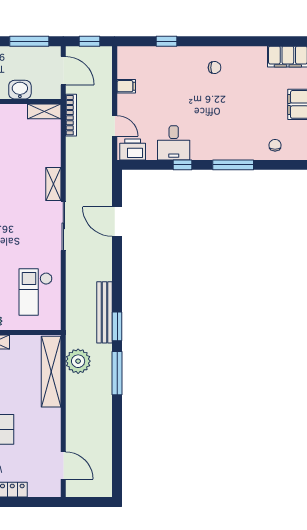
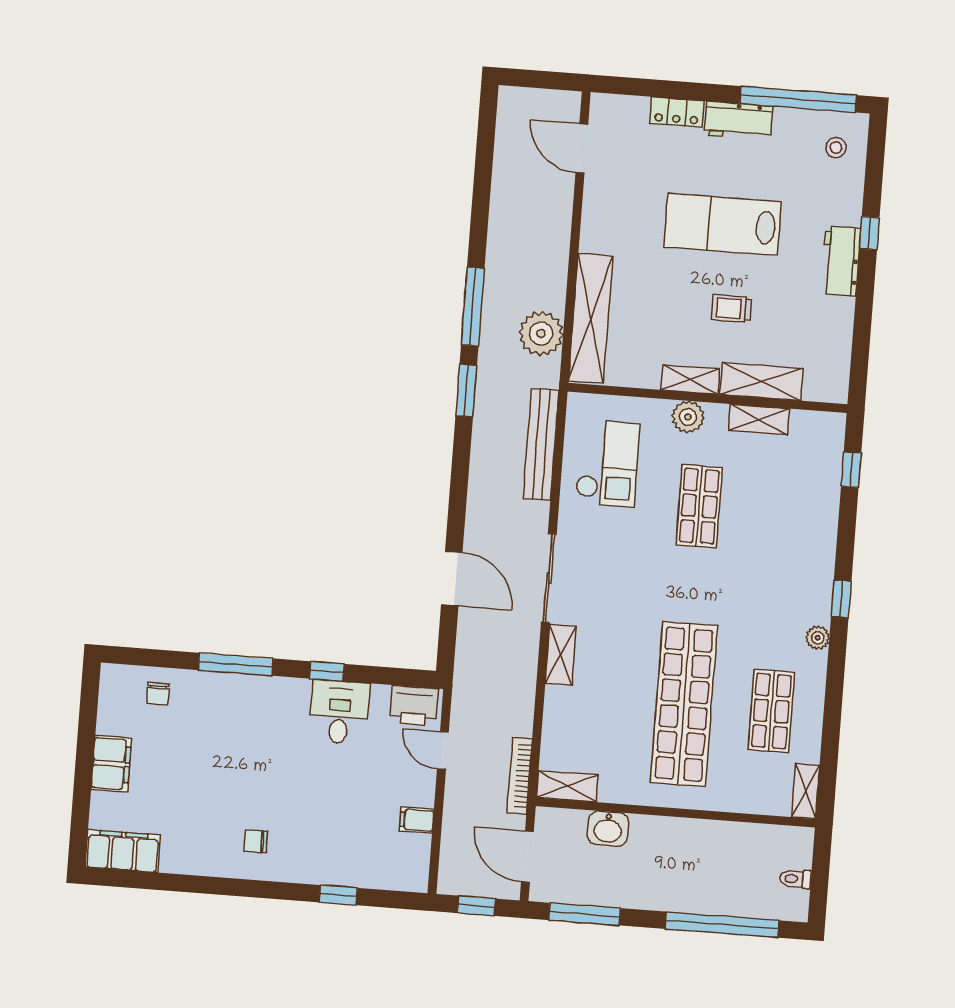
bench: (105, 312) -> (541, 444), moved

